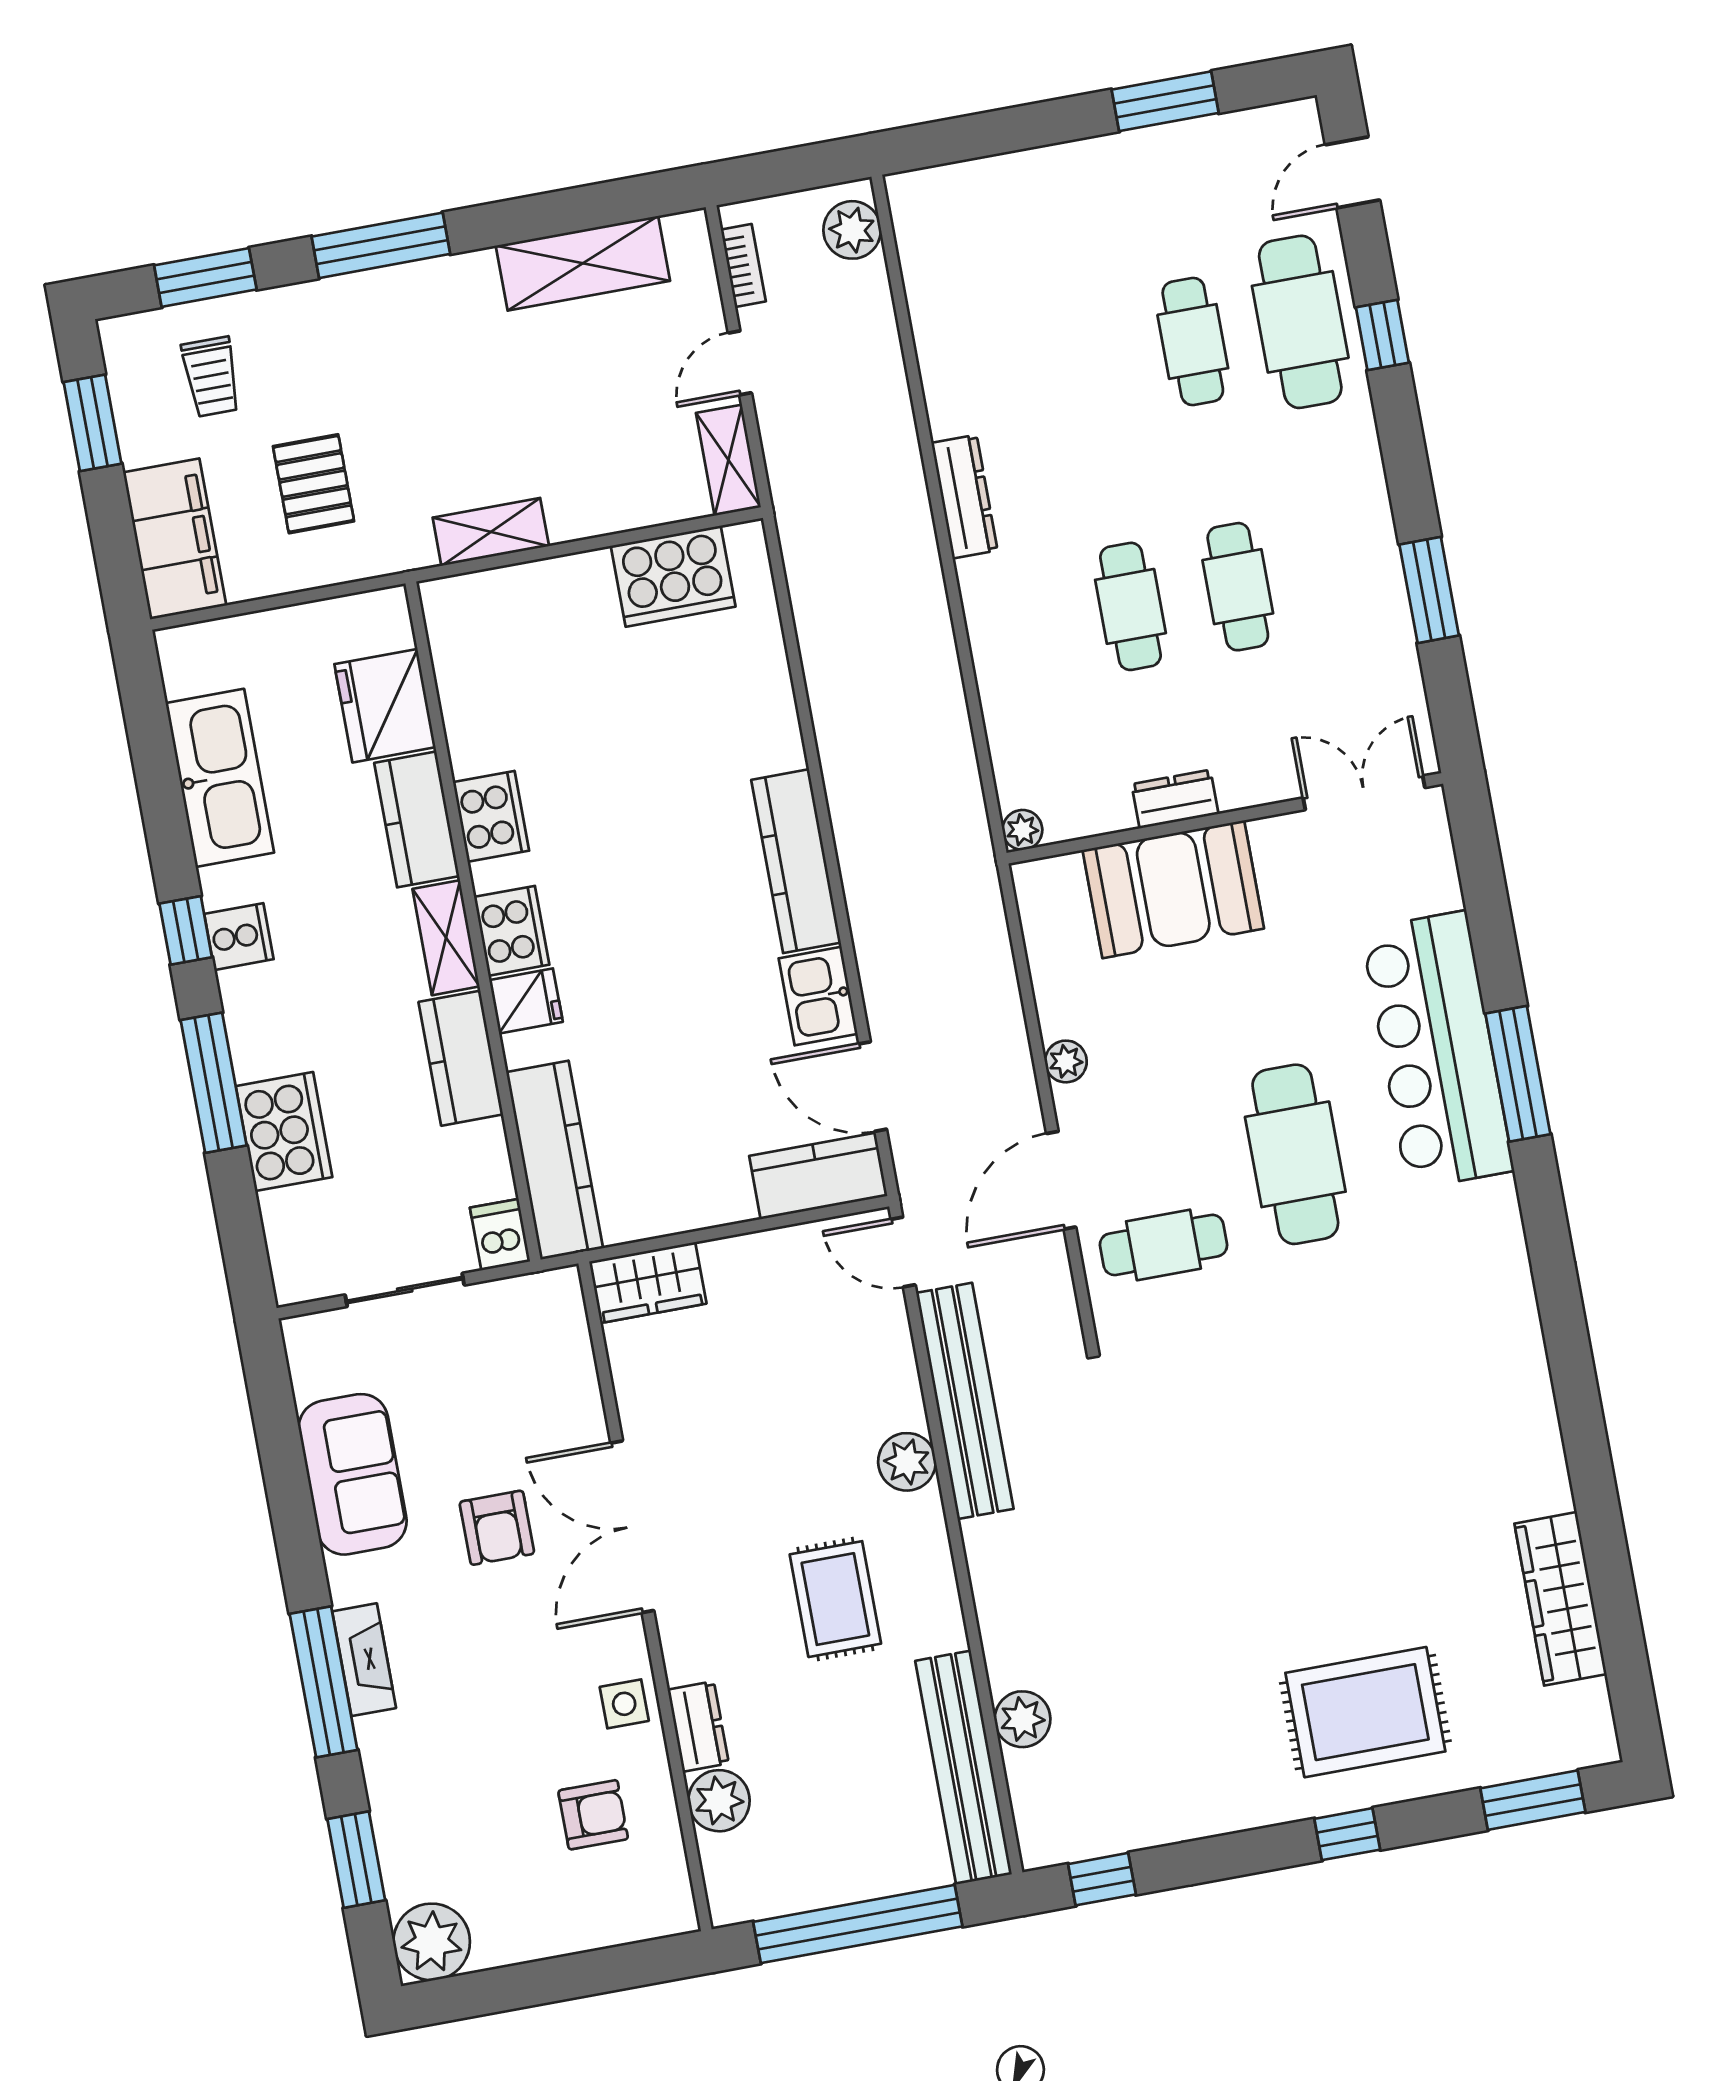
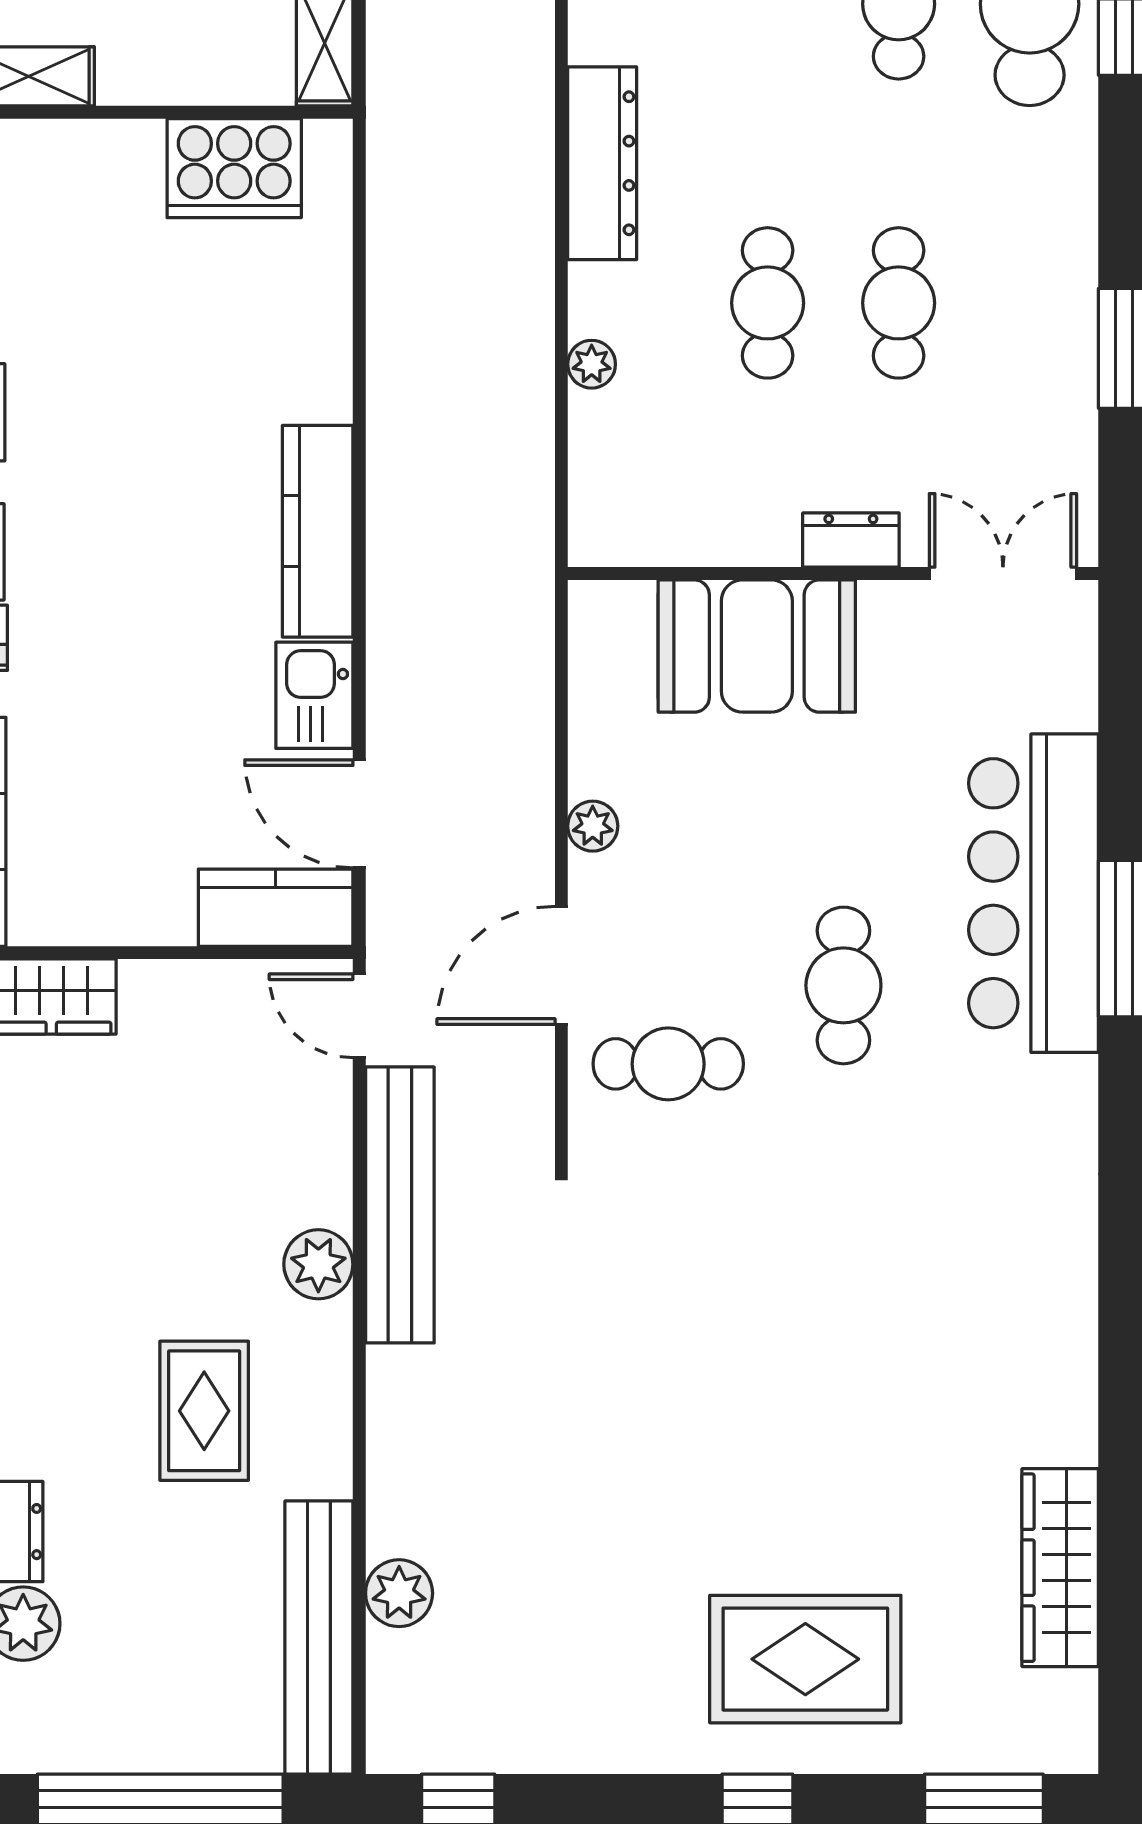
dresser: (964, 497) -> (602, 163), width x1.37, depth x1.24
dresser: (1175, 799) -> (851, 540), moved
plant: (1022, 830) -> (592, 364), moved
cafe table: (1295, 1154) -> (843, 985), width x0.73, depth x0.74

